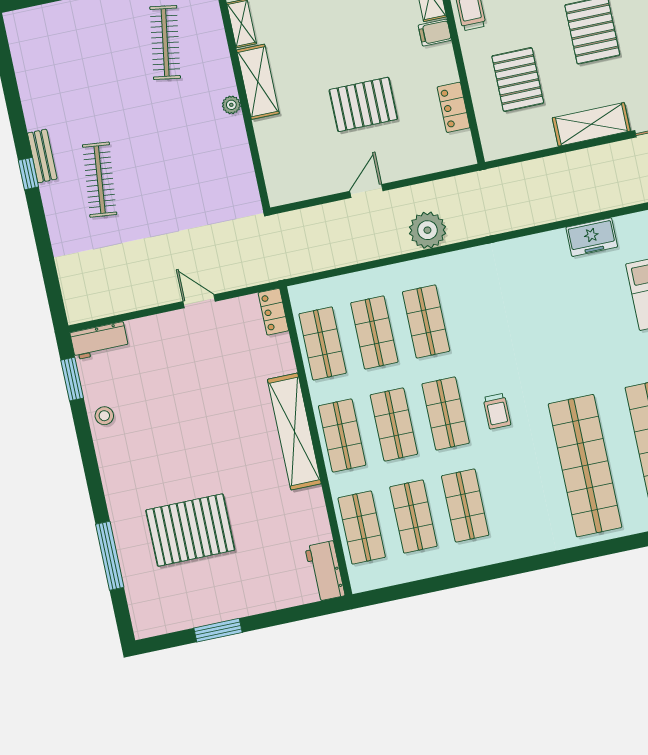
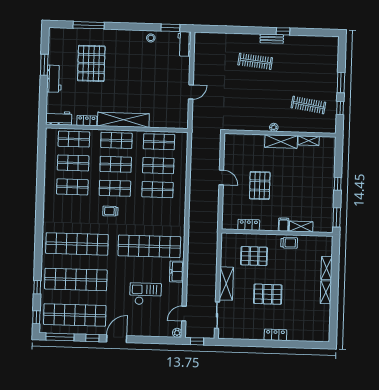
window: (28, 174) -> (283, 31), moved
plant: (427, 230) -> (198, 200), removed
shop shelf: (552, 309) -> (149, 246), added
locker: (273, 312) -> (87, 121), moved
workbench: (243, 602) -> (54, 79), added

